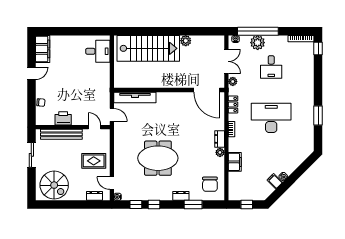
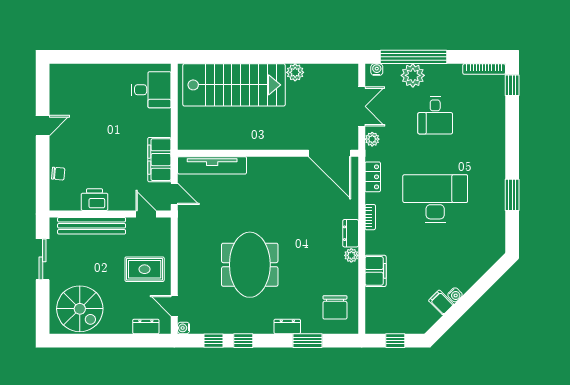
filing cabinet: (43, 49) -> (159, 160), moved, turned 180
meeting table: (158, 158) -> (250, 265), turned 90

